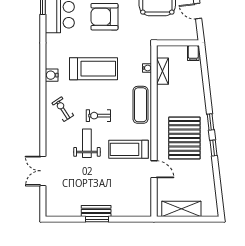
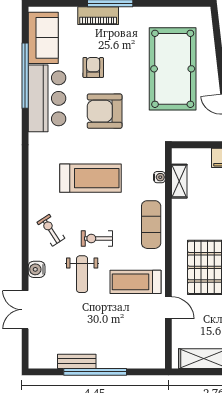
water cooler: (52, 75) -> (37, 269), moved
weight bench: (87, 143) -> (82, 274), turned 180
bench: (96, 211) -> (77, 361), moved
window: (97, 219) -> (95, 372), width x2.11

